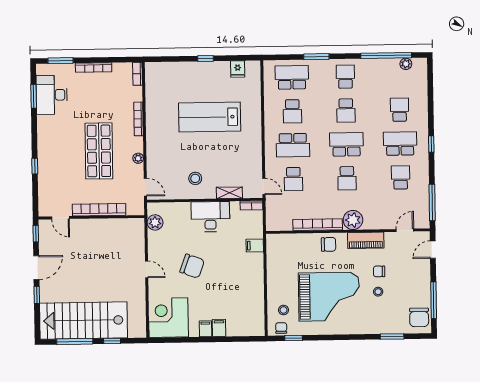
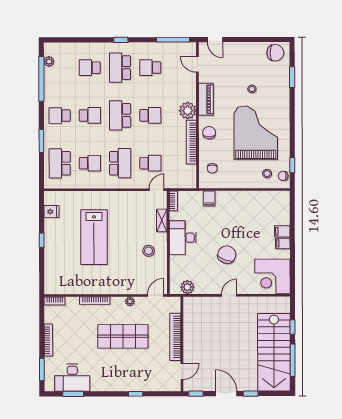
chair: (379, 271) -> (212, 168), moved
window: (434, 300) -> (260, 40), removed

